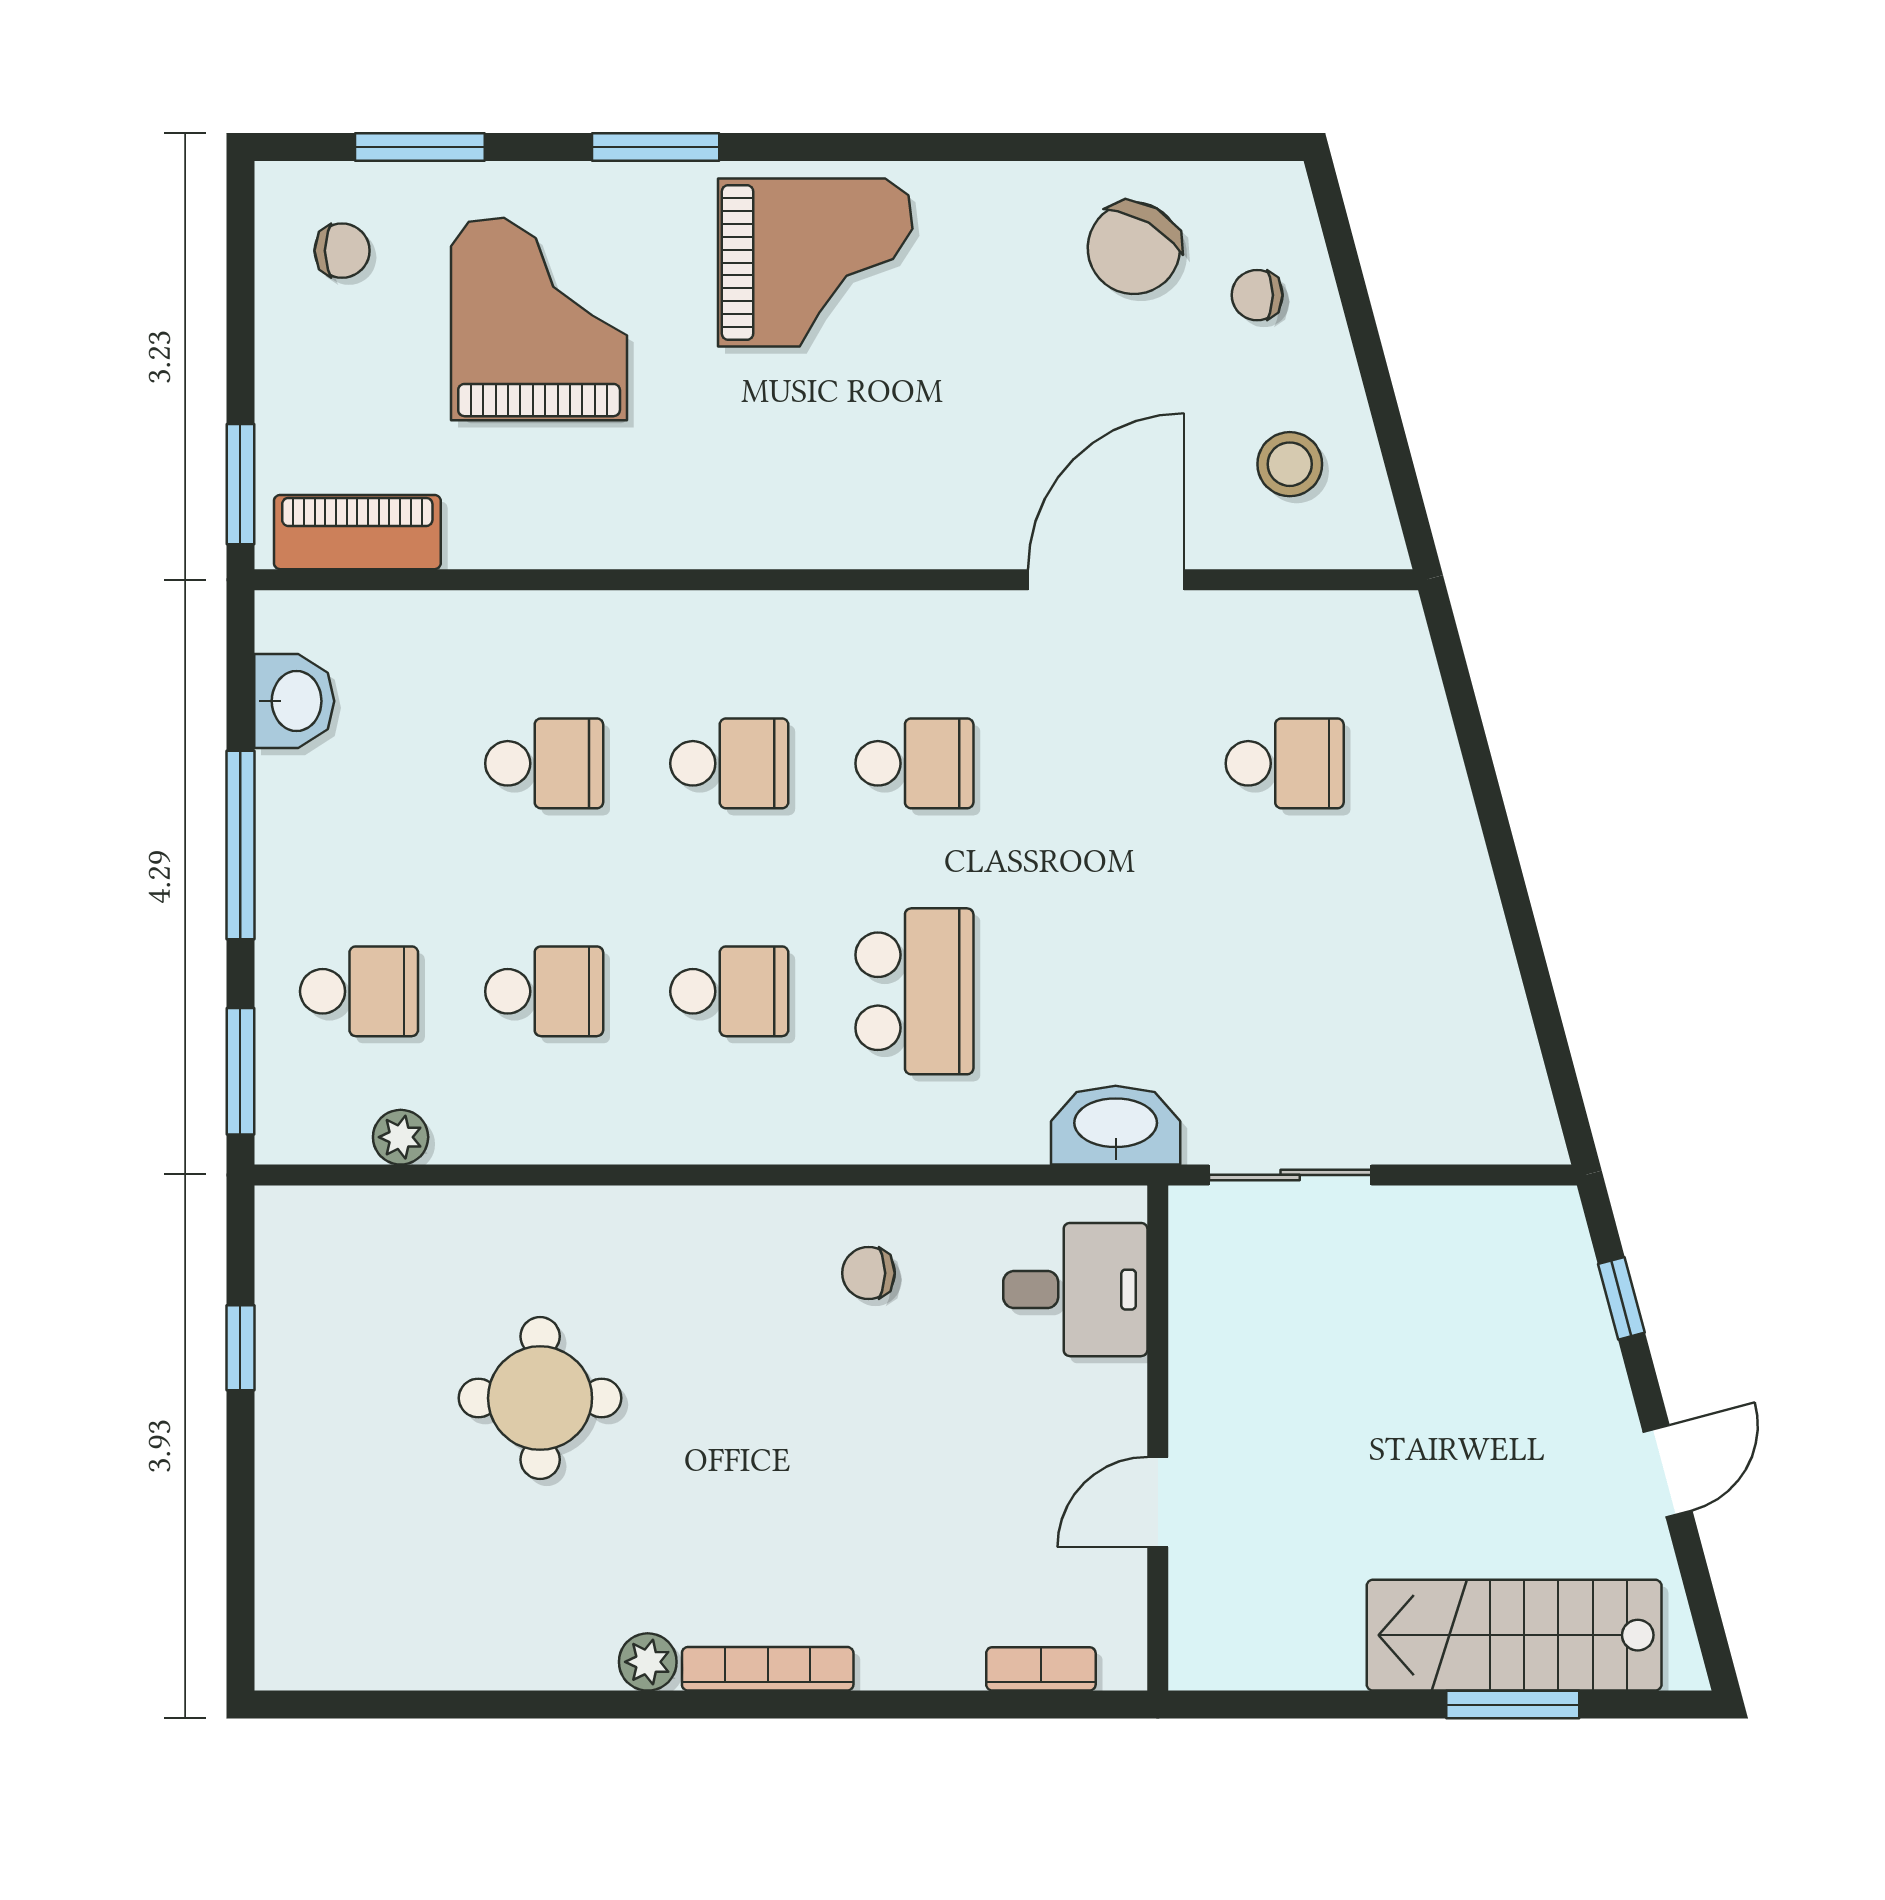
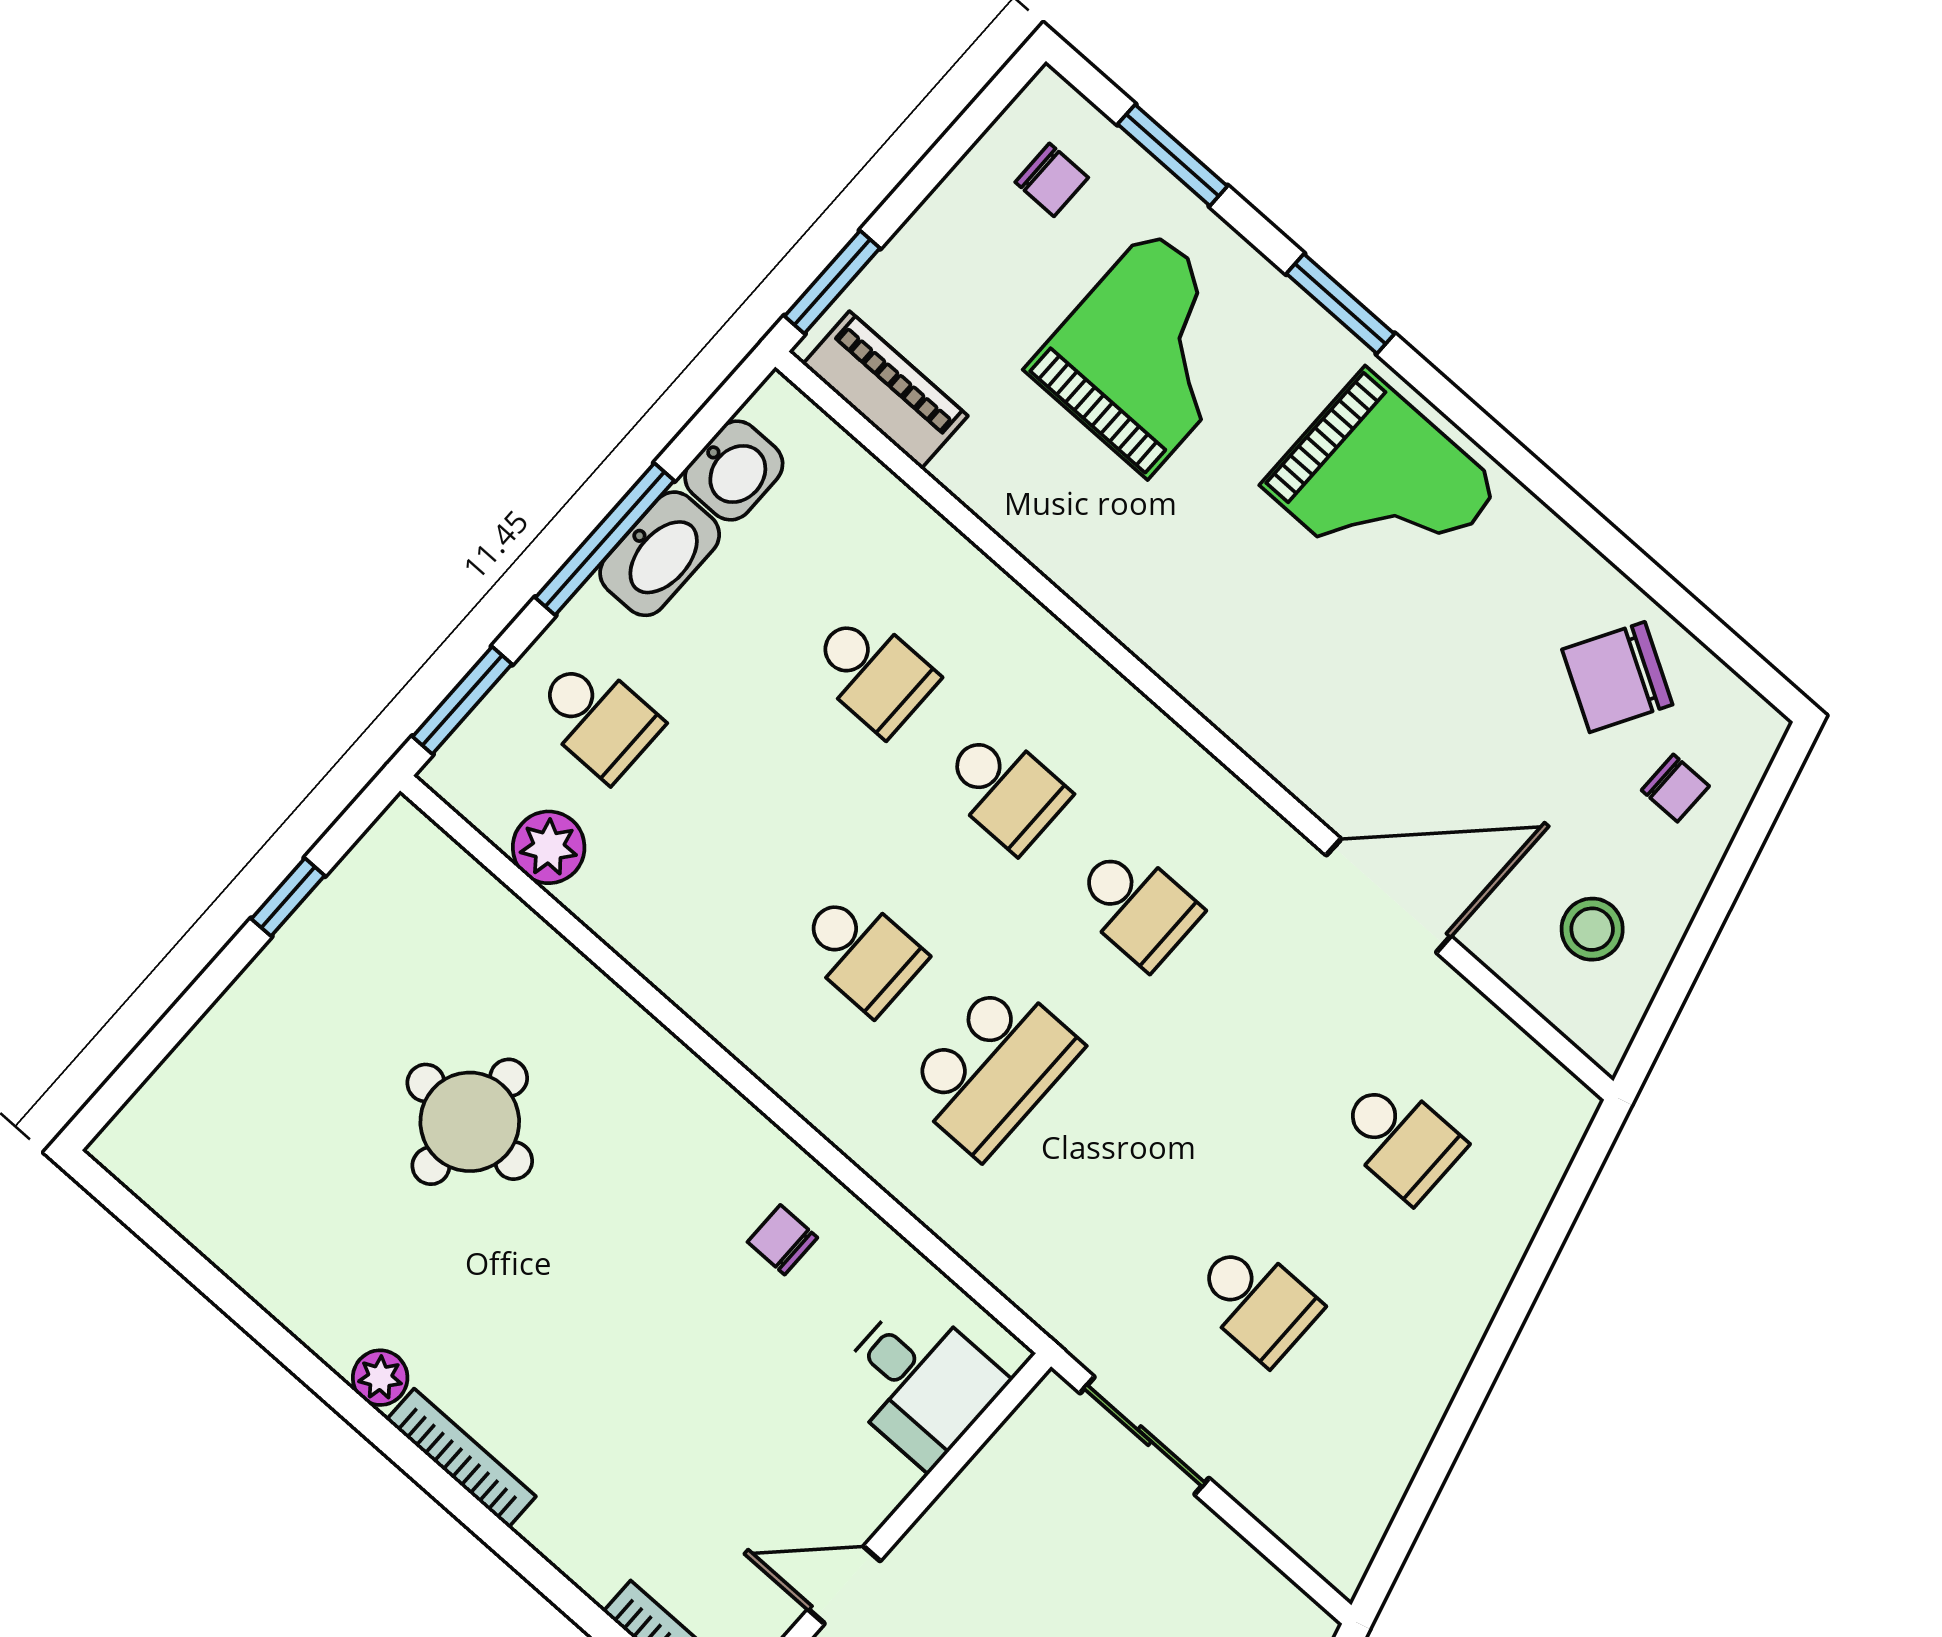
chair: (1257, 295) -> (1675, 788), turned 180
school desk: (544, 991) -> (1256, 1301), moved
washbasin: (1116, 1125) -> (660, 554), moved, turned 90
plant: (401, 1137) -> (549, 847), width x1.38, depth x1.38

